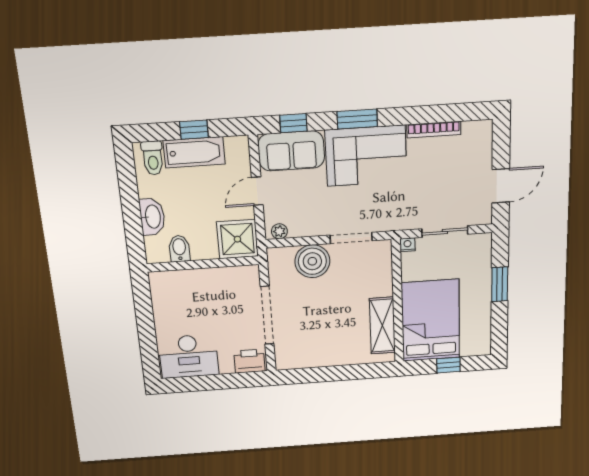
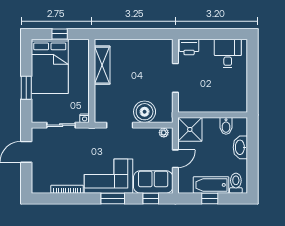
doorway: (267, 315) -> (175, 78), width x0.73
bed: (431, 320) -> (50, 66), moved
desk: (189, 356) -> (228, 53), width x0.73

